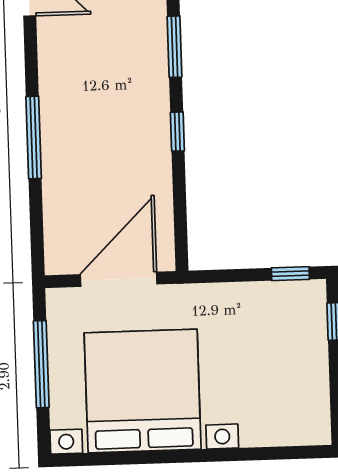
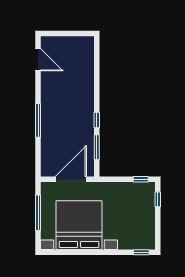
window: (175, 47) -> (97, 147), moved
window: (298, 452) -> (141, 252), added

